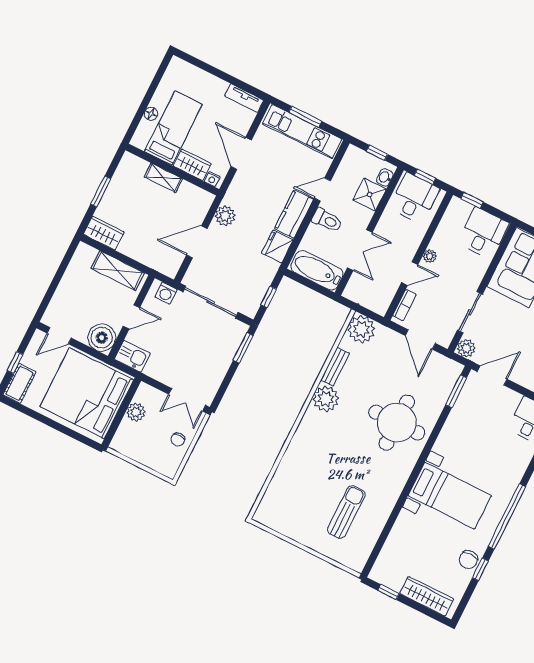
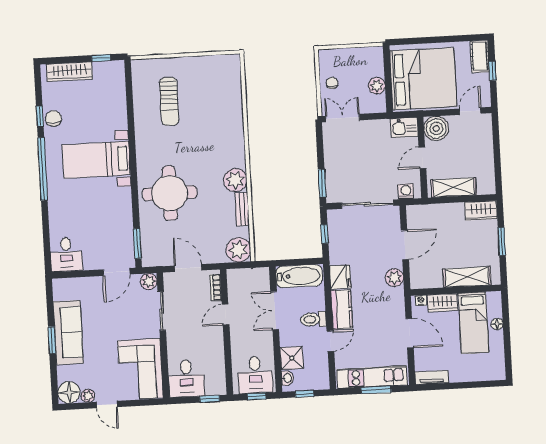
shelving: (163, 178) -> (467, 277), width x1.50, depth x1.33
plant: (430, 256) -> (218, 337), removed

